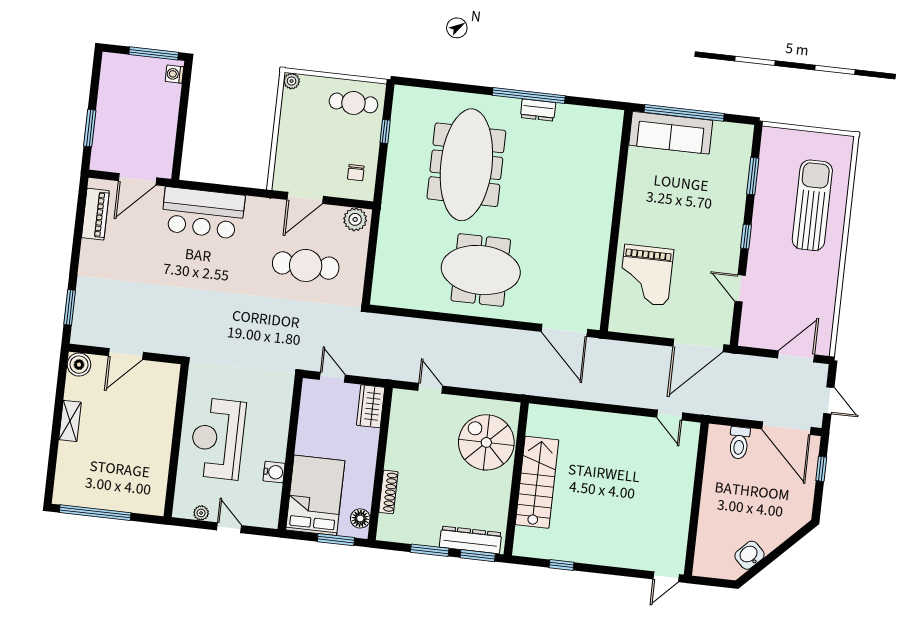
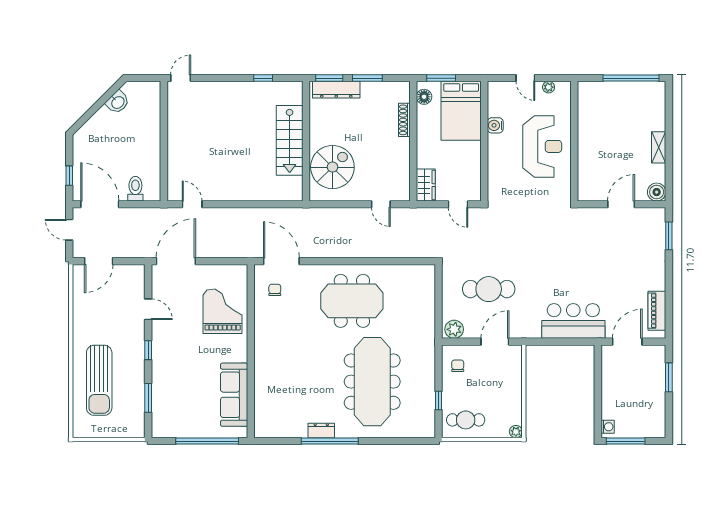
sofa: (671, 133) -> (234, 395), moved, turned -90
chair: (577, 295) -> (275, 290), added
spiral stairs: (486, 442) -> (332, 167), turned -90

